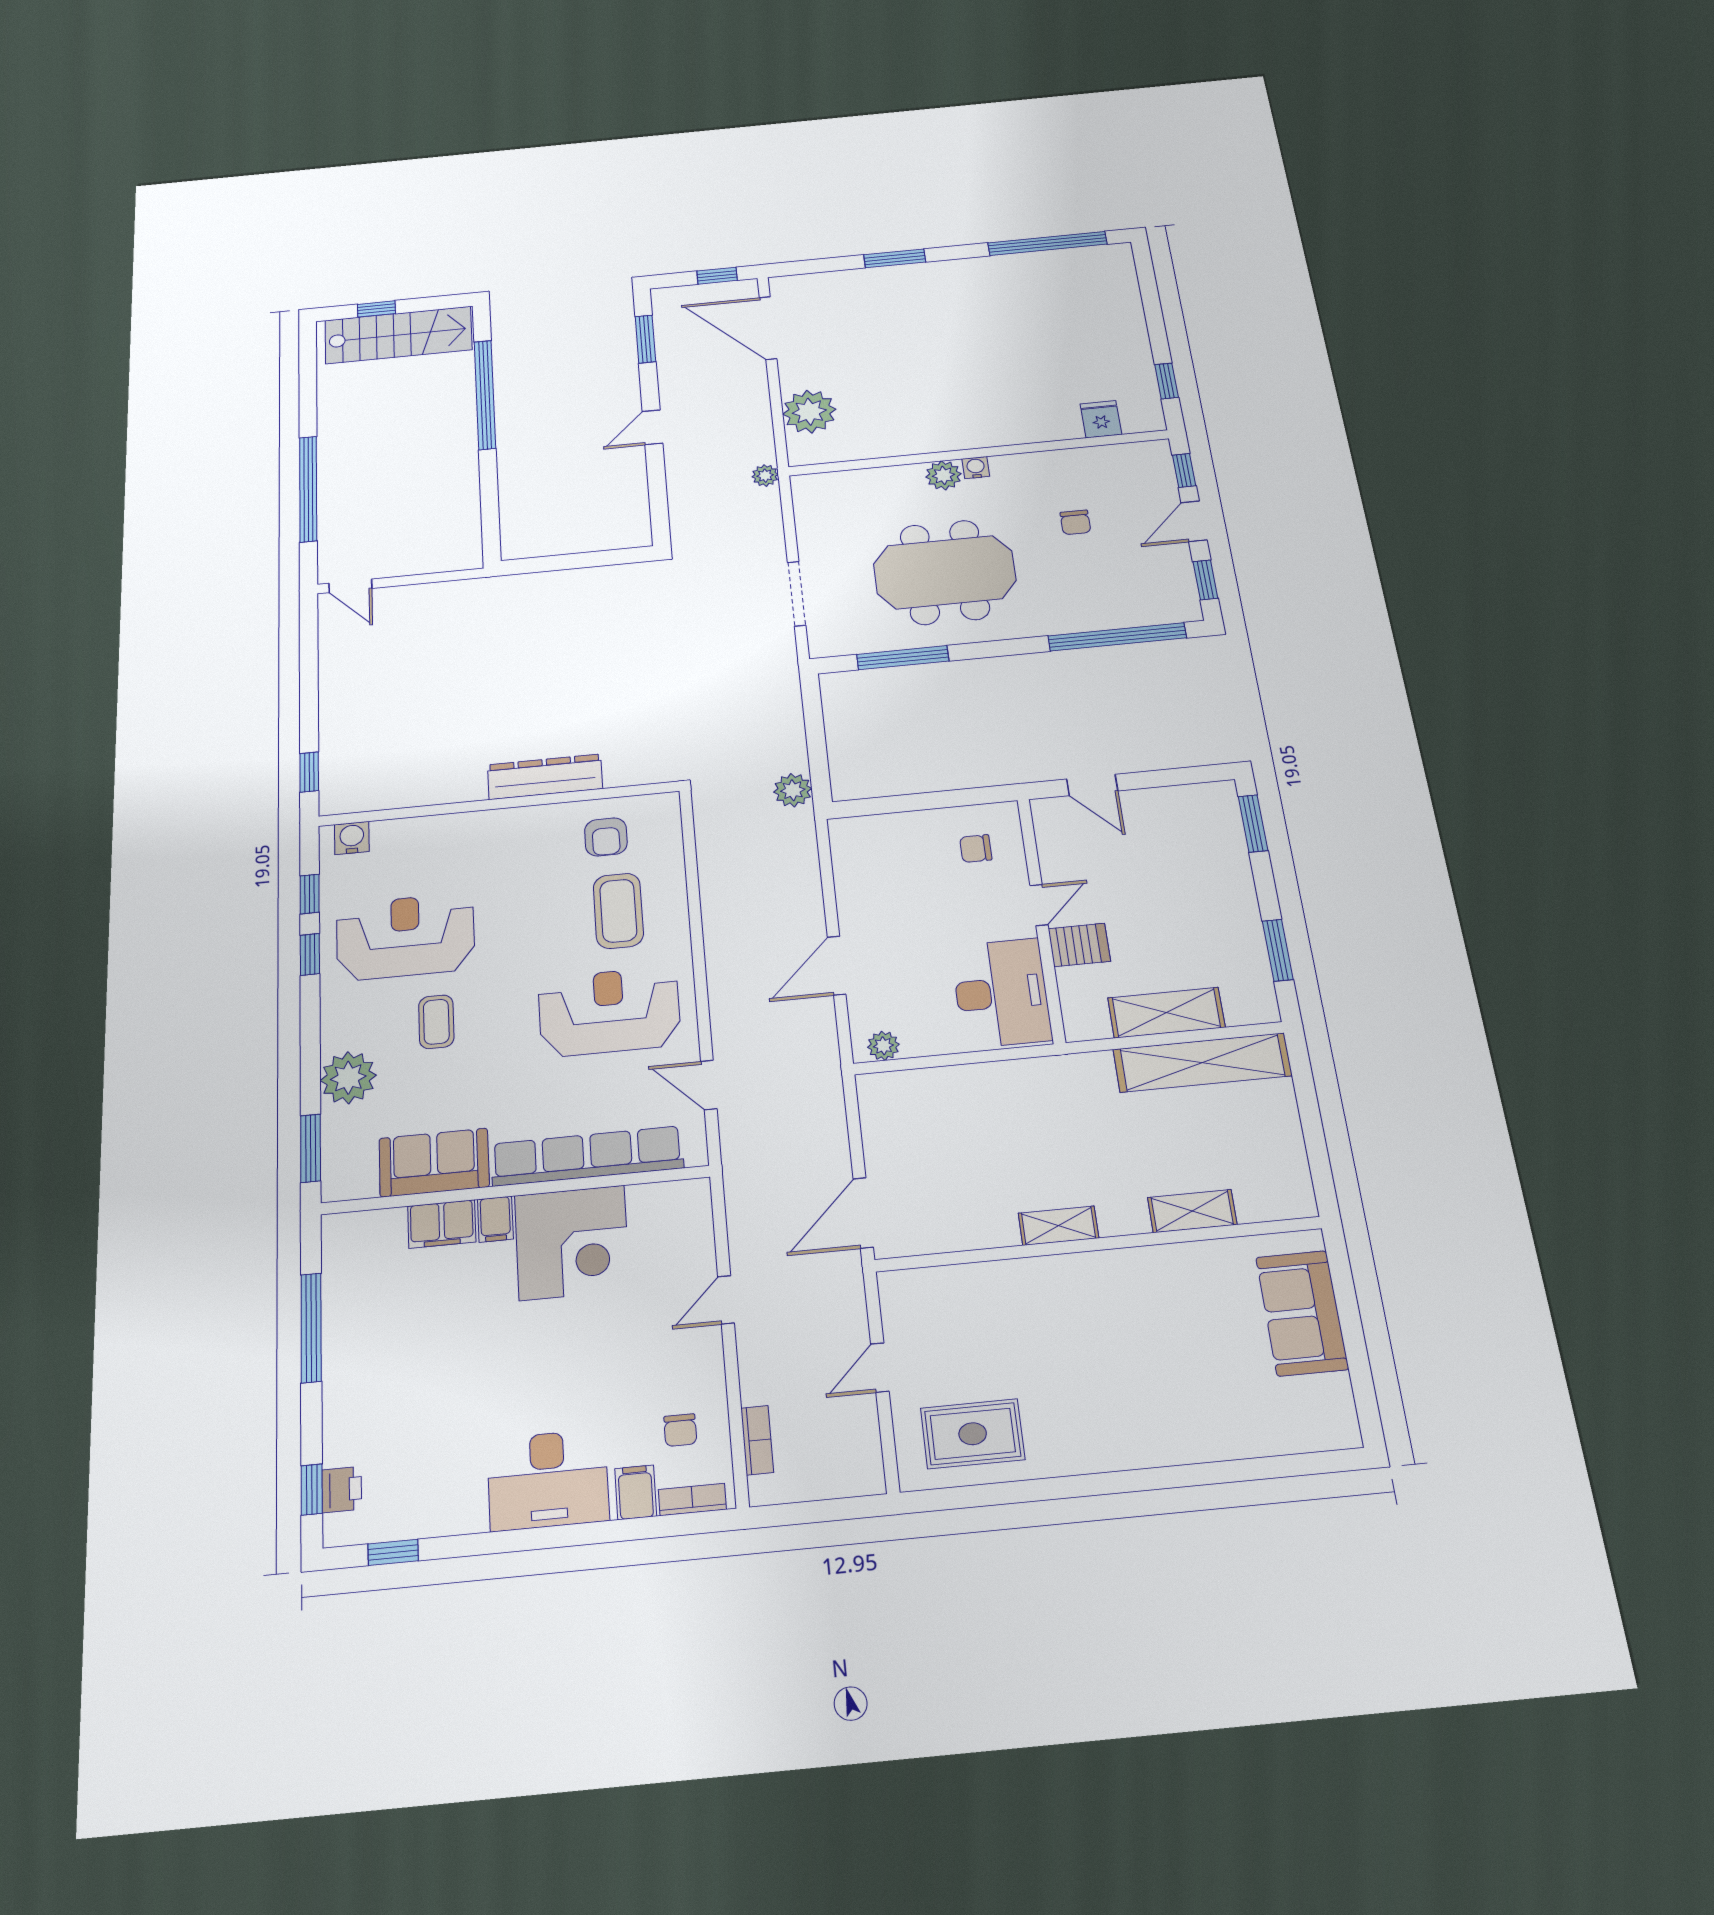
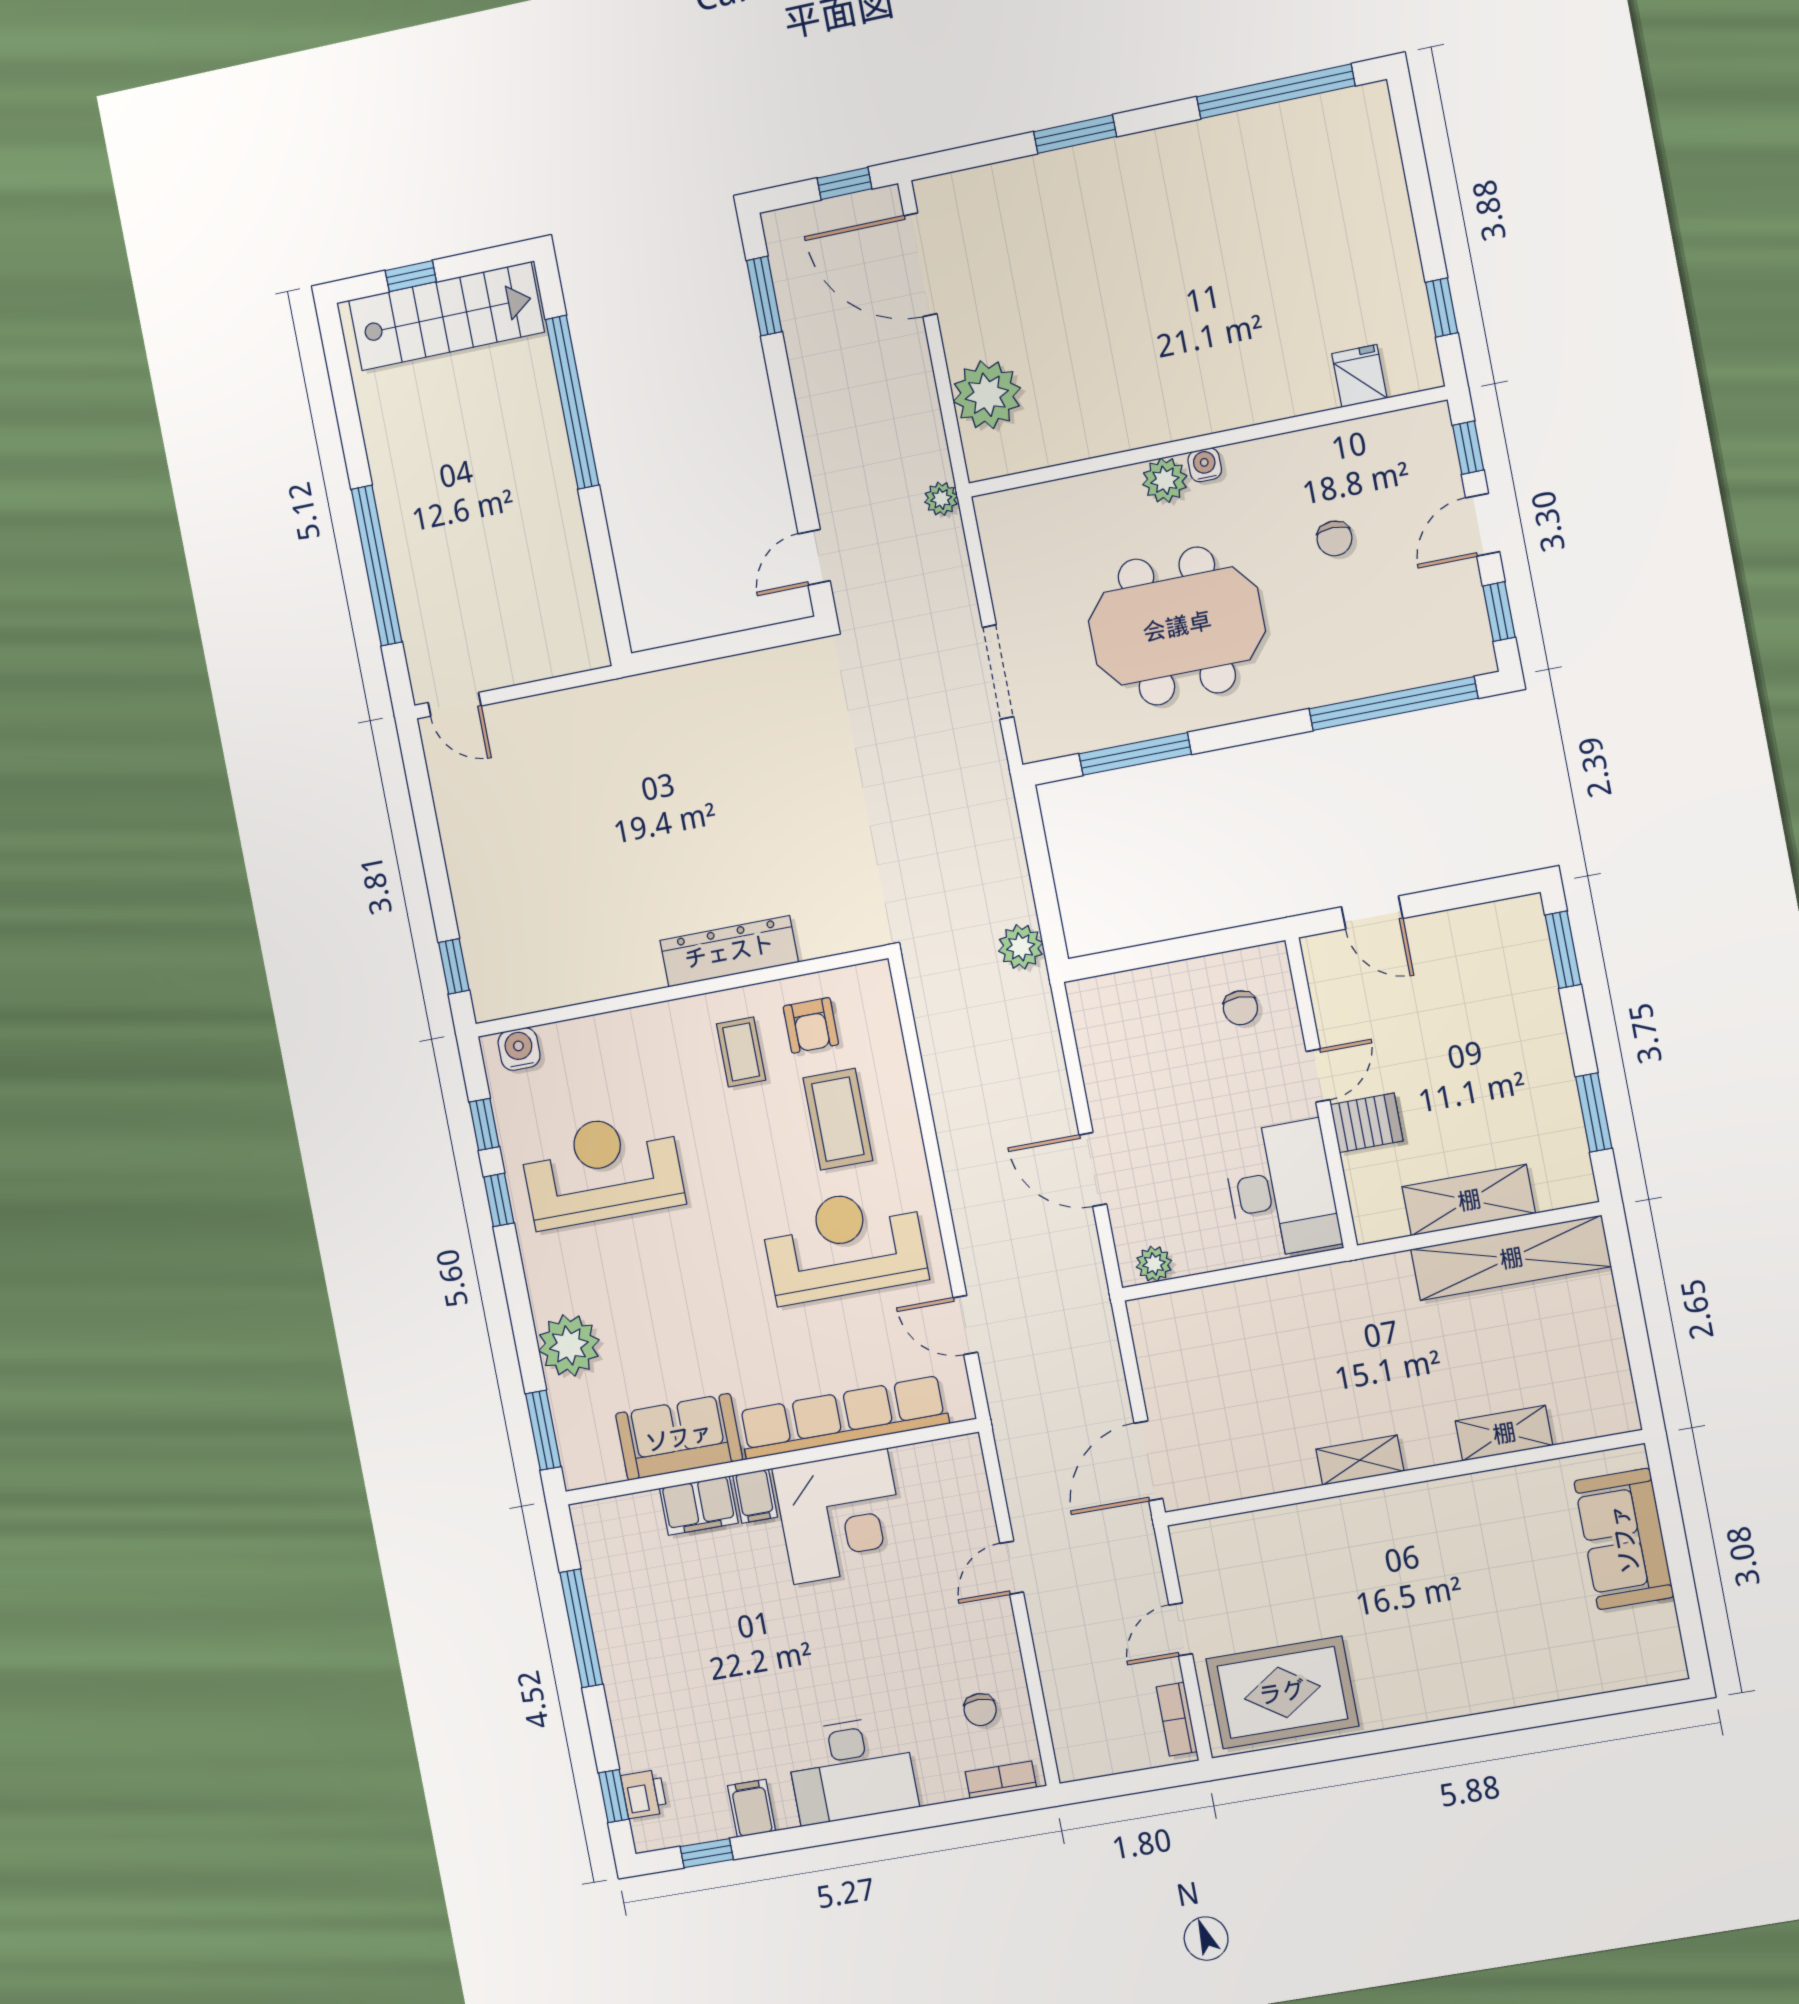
door: (652, 427) -> (814, 557), moved
chair: (976, 849) -> (1240, 1008), turned -90
door: (837, 966) -> (1093, 1169), hinge flipped
coffee table: (436, 1022) -> (741, 1052), moved
rug: (973, 1434) -> (1282, 1692), width x1.36, depth x1.43
bookcase: (757, 1440) -> (1177, 1719), moved, turned 180
filing cabinet: (636, 1492) -> (752, 1808), moved

